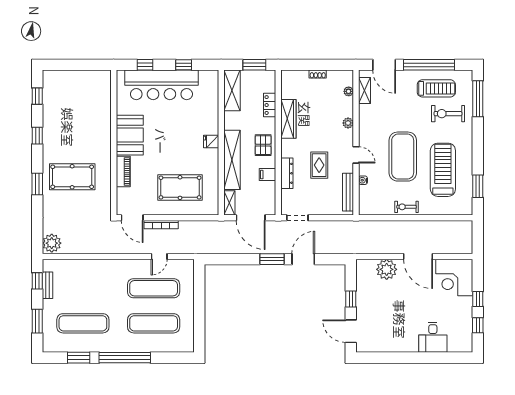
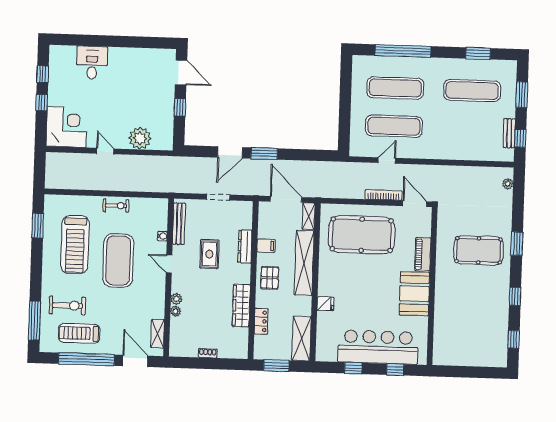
plant: (349, 91) -> (176, 311), moved
fridge: (211, 141) -> (325, 304), moved
pool table: (180, 188) -> (362, 235), width x1.36, depth x1.32
doorway: (297, 218) -> (218, 197), moved
plant: (52, 243) -> (508, 184), width x0.53, depth x0.53
door: (418, 257) -> (105, 151), width x0.53
window: (125, 358) -> (403, 51), moved

